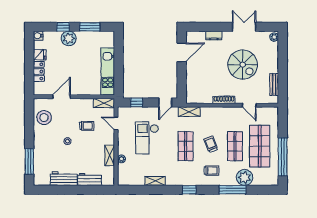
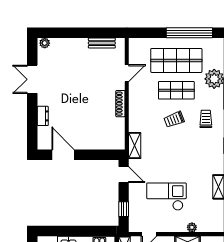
spiral stairs: (243, 65) -> (78, 81), removed
checkout: (147, 138) -> (166, 197), turned 180
shop shelf: (186, 146) -> (176, 150), removed

